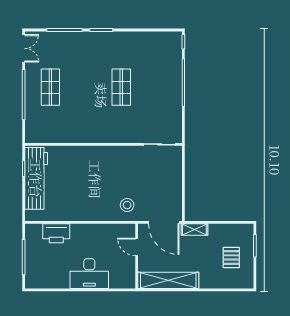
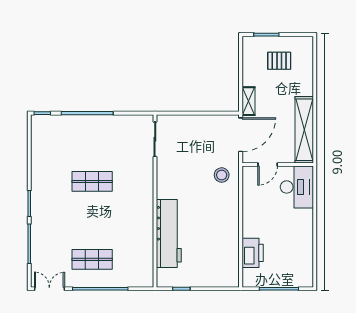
workbench: (36, 178) -> (169, 233), moved, turned 90
desk: (89, 274) -> (297, 187), moved

